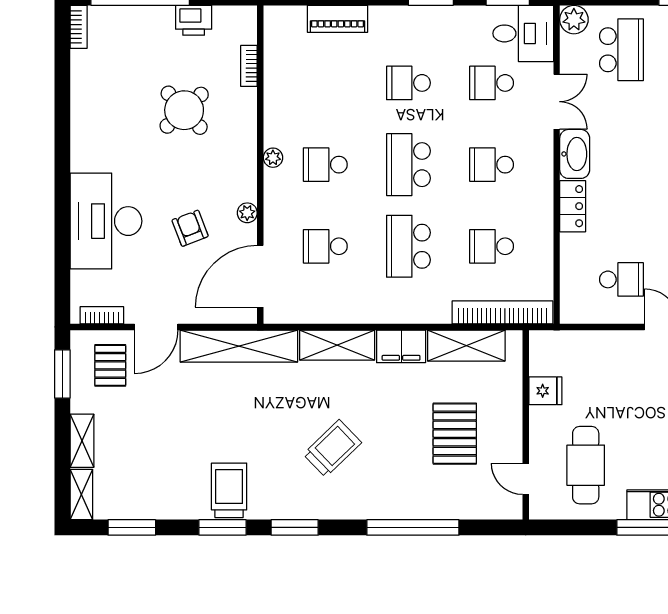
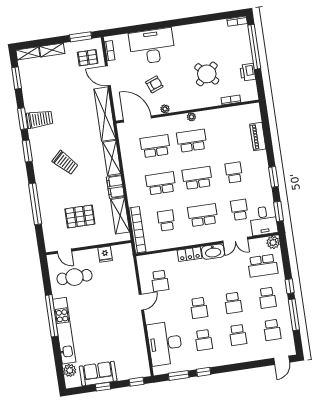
school desk: (325, 165) -> (192, 141), width x1.85
school desk: (492, 165) -> (203, 215), width x1.85
school desk: (325, 246) -> (155, 146), width x1.85
door: (526, 479) -> (64, 251), swing flipped

